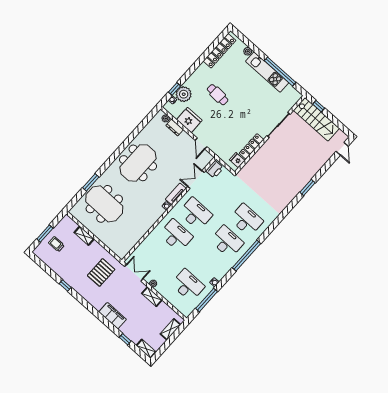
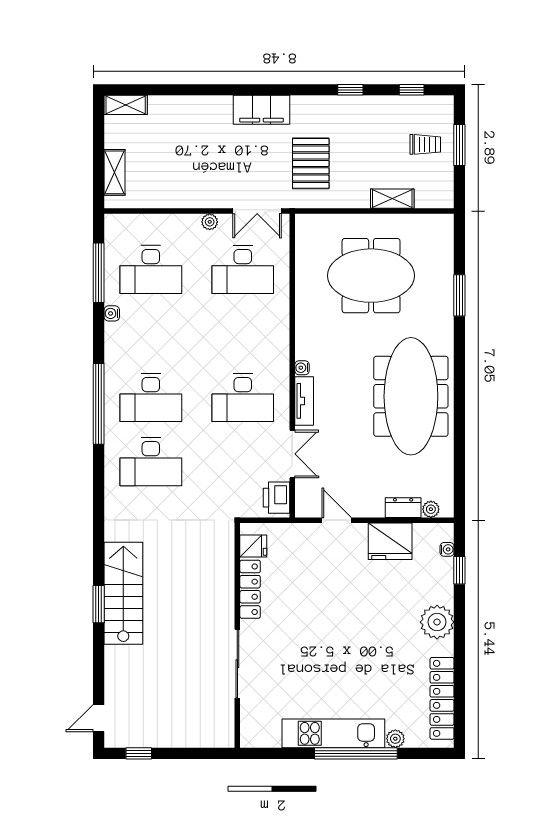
window: (280, 72) -> (356, 753), moved
plant: (184, 94) -> (437, 622), moved
cafe table: (218, 95) -> (381, 624), removed
window: (319, 106) -> (139, 753), moved
stairs: (316, 119) -> (123, 593), moved, turned 90
door: (342, 149) -> (99, 718), hinge flipped
meeting table: (138, 163) -> (411, 396), width x1.36
meeting table: (104, 204) -> (371, 276), moved
desk: (176, 235) -> (243, 270), moved
shelving: (152, 297) -> (192, 198), removed
filing cabinet: (113, 316) -> (262, 110), moved
window: (125, 339) -> (412, 90), moved

